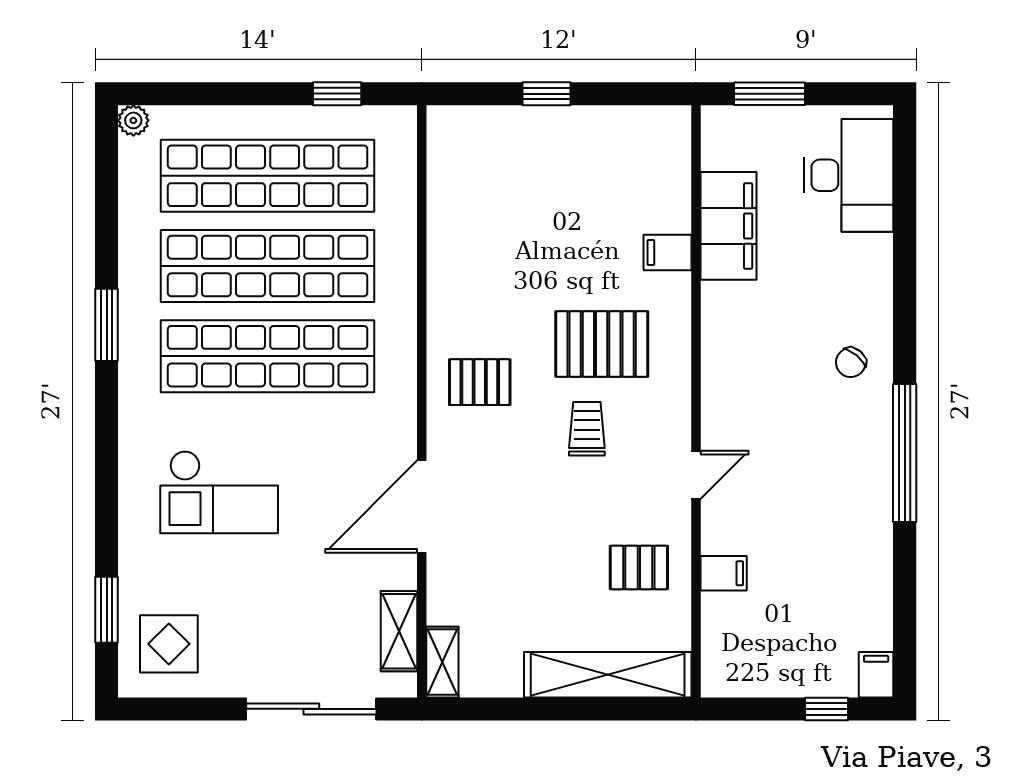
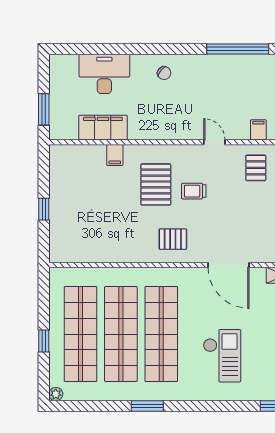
window: (337, 94) -> (44, 341), moved
desk: (849, 175) -> (104, 74), moved
pallet: (480, 382) -> (173, 239), turned 90
window: (905, 453) -> (238, 49), moved

